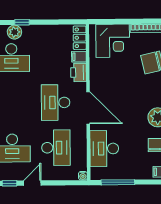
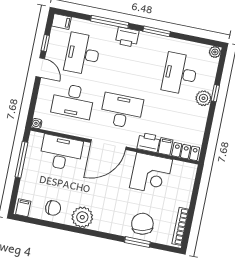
plant: (14, 32) -> (203, 98), moved
corner desk: (113, 41) -> (151, 174), moved, turned -90

